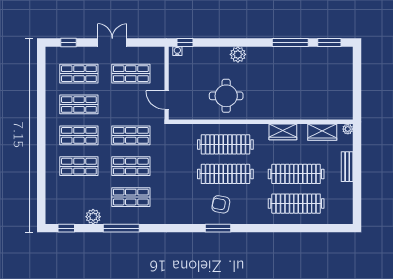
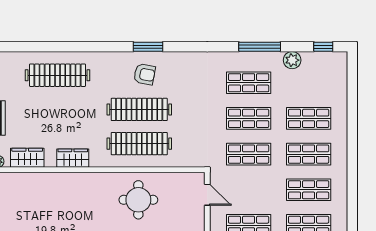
clothes rail: (296, 174) -> (58, 109), removed

